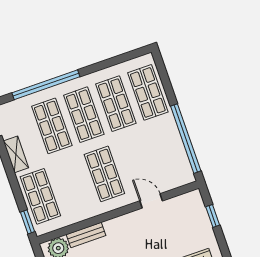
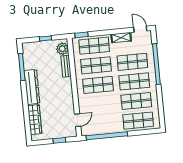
shop shelf: (72, 185) -> (96, 65), added
door: (151, 201) -> (78, 120), moved

